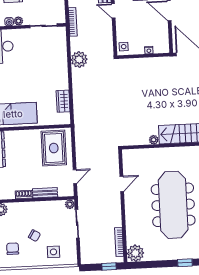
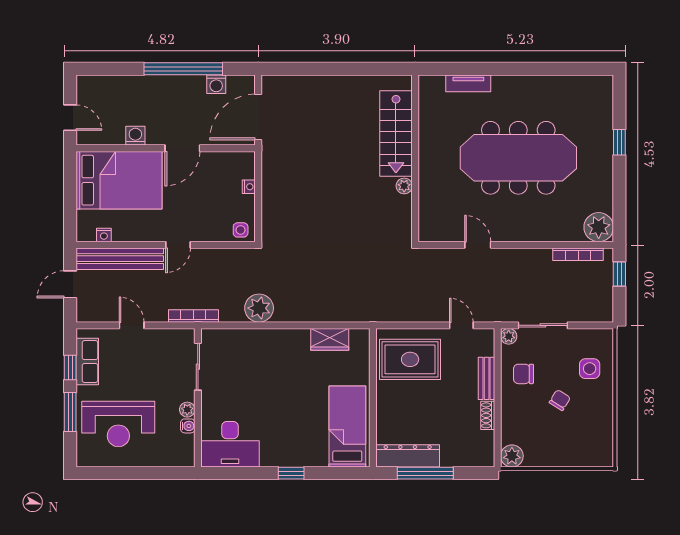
chair: (13, 249) -> (523, 374), moved

